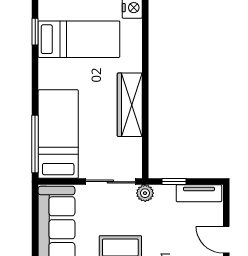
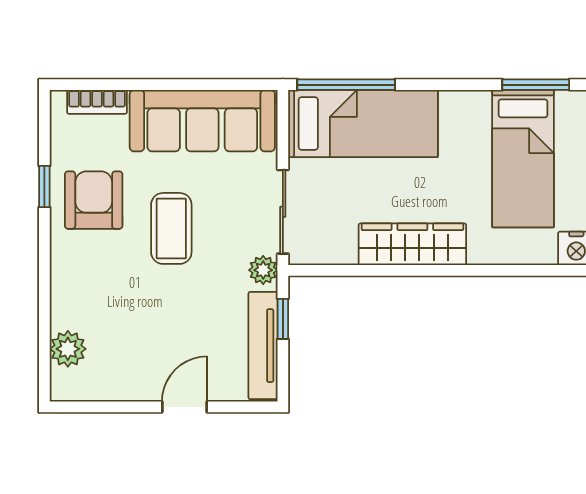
window: (35, 32) -> (536, 85), width x1.50
tv unit: (199, 193) -> (263, 346), width x1.41

